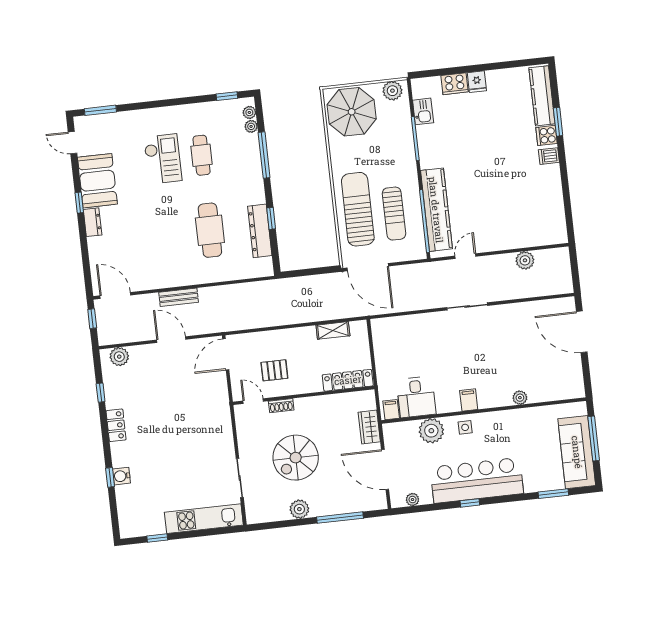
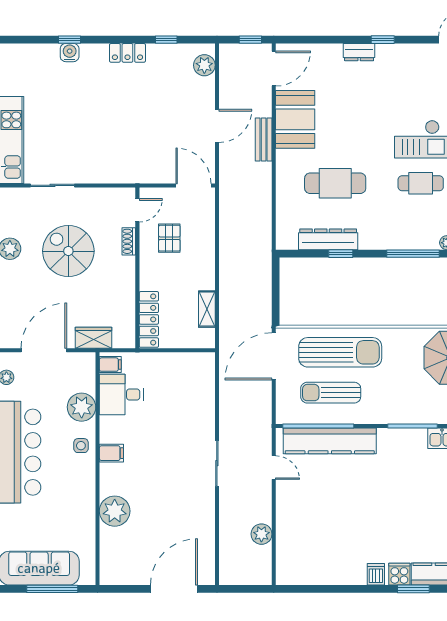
booth: (97, 181) -> (295, 119), moved, turned 90
plant: (520, 398) -> (115, 511), width x1.88, depth x1.88

